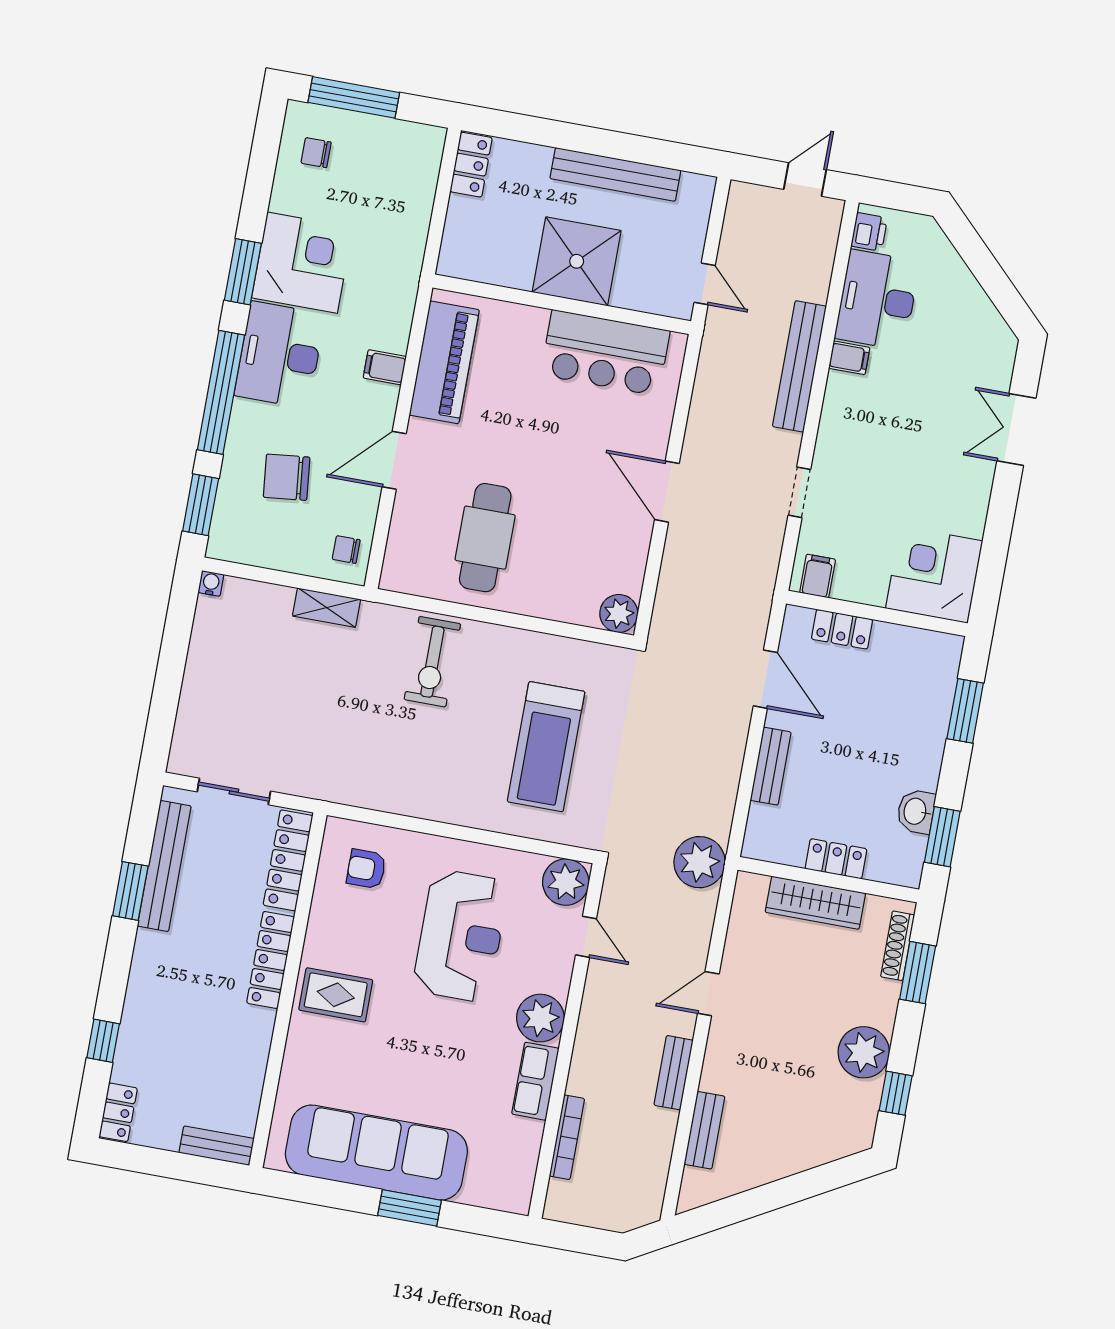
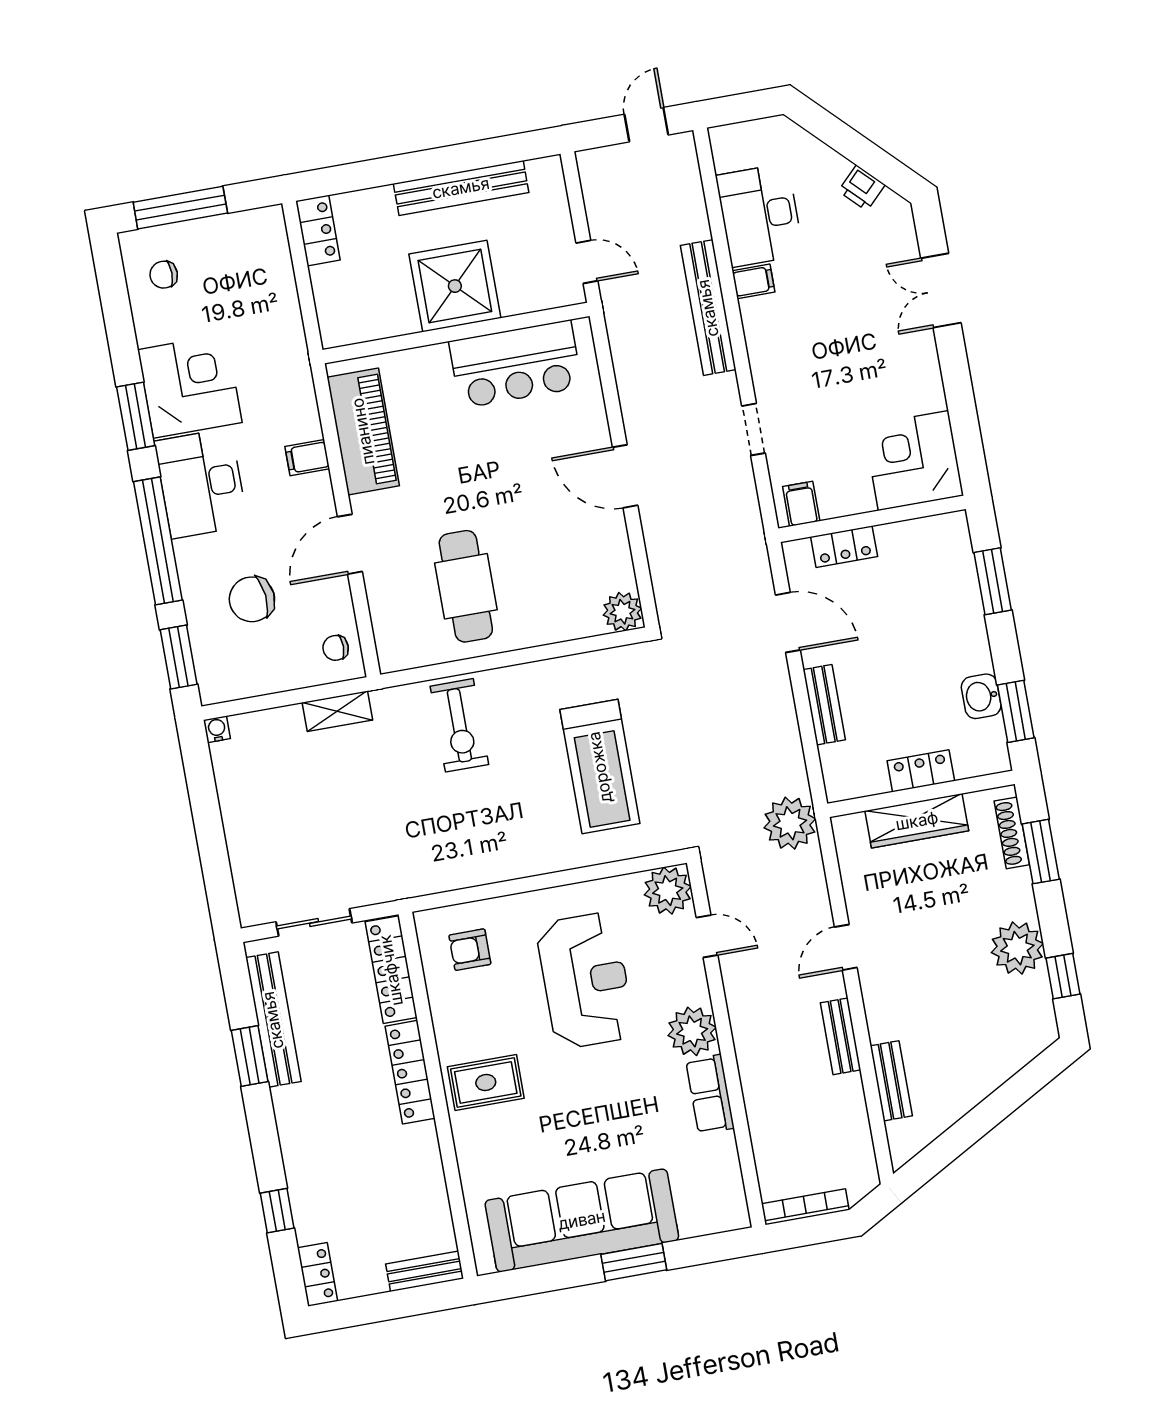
printer: (869, 232) -> (862, 188), moved, turned 135
bookcase: (567, 1137) -> (805, 1207), moved, turned -90

